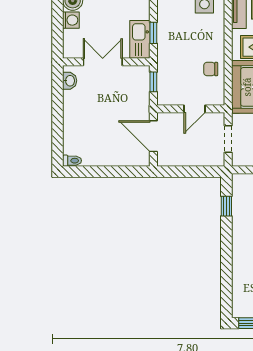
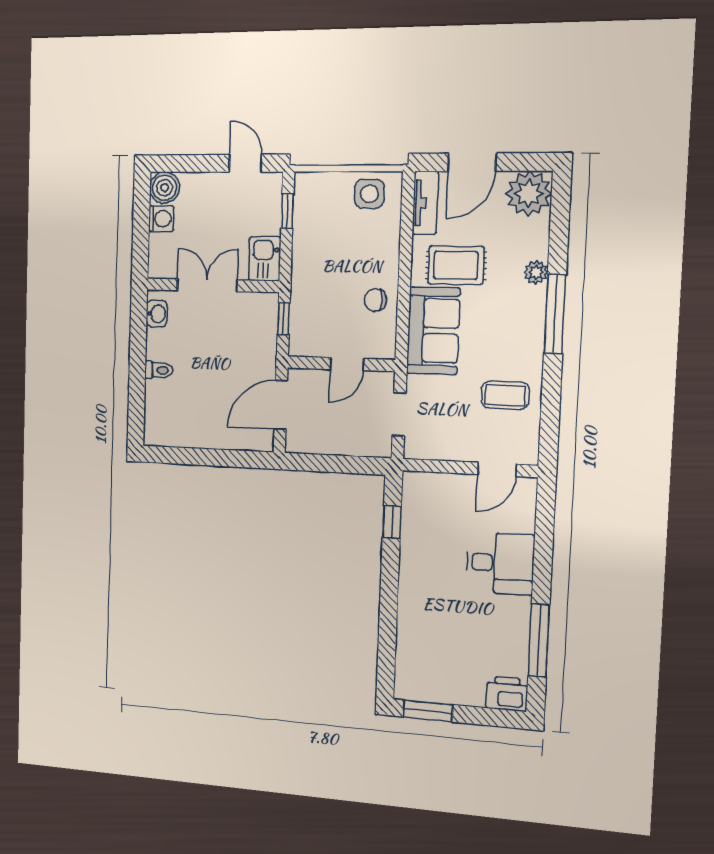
window: (153, 33) -> (287, 211), moved
kitchen sink: (140, 39) -> (265, 259), width x0.73
door: (153, 136) -> (281, 405), hinge flipped
toilet: (72, 161) -> (159, 370), moved

